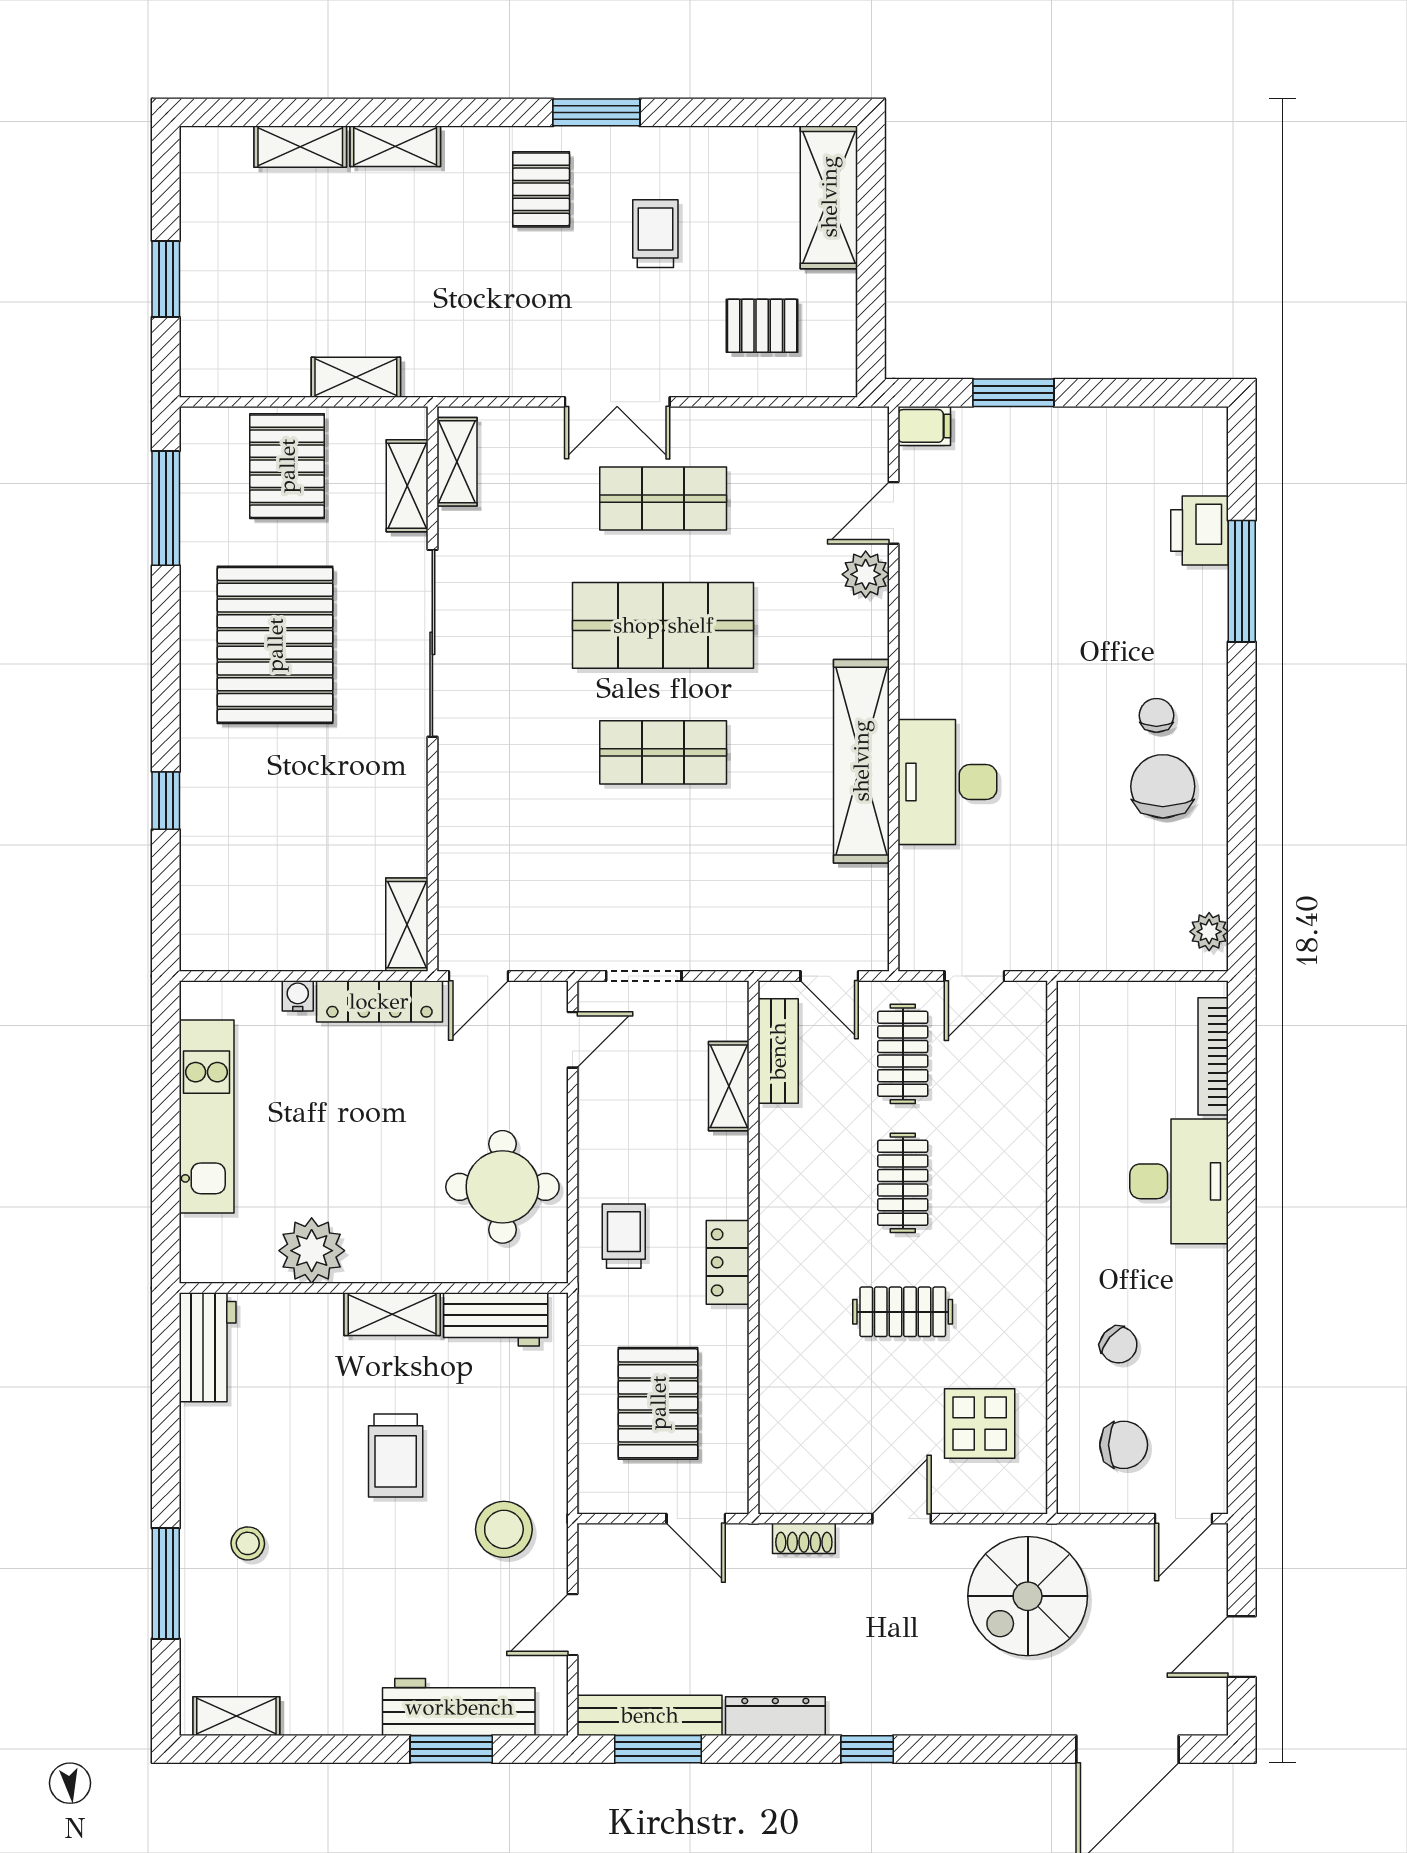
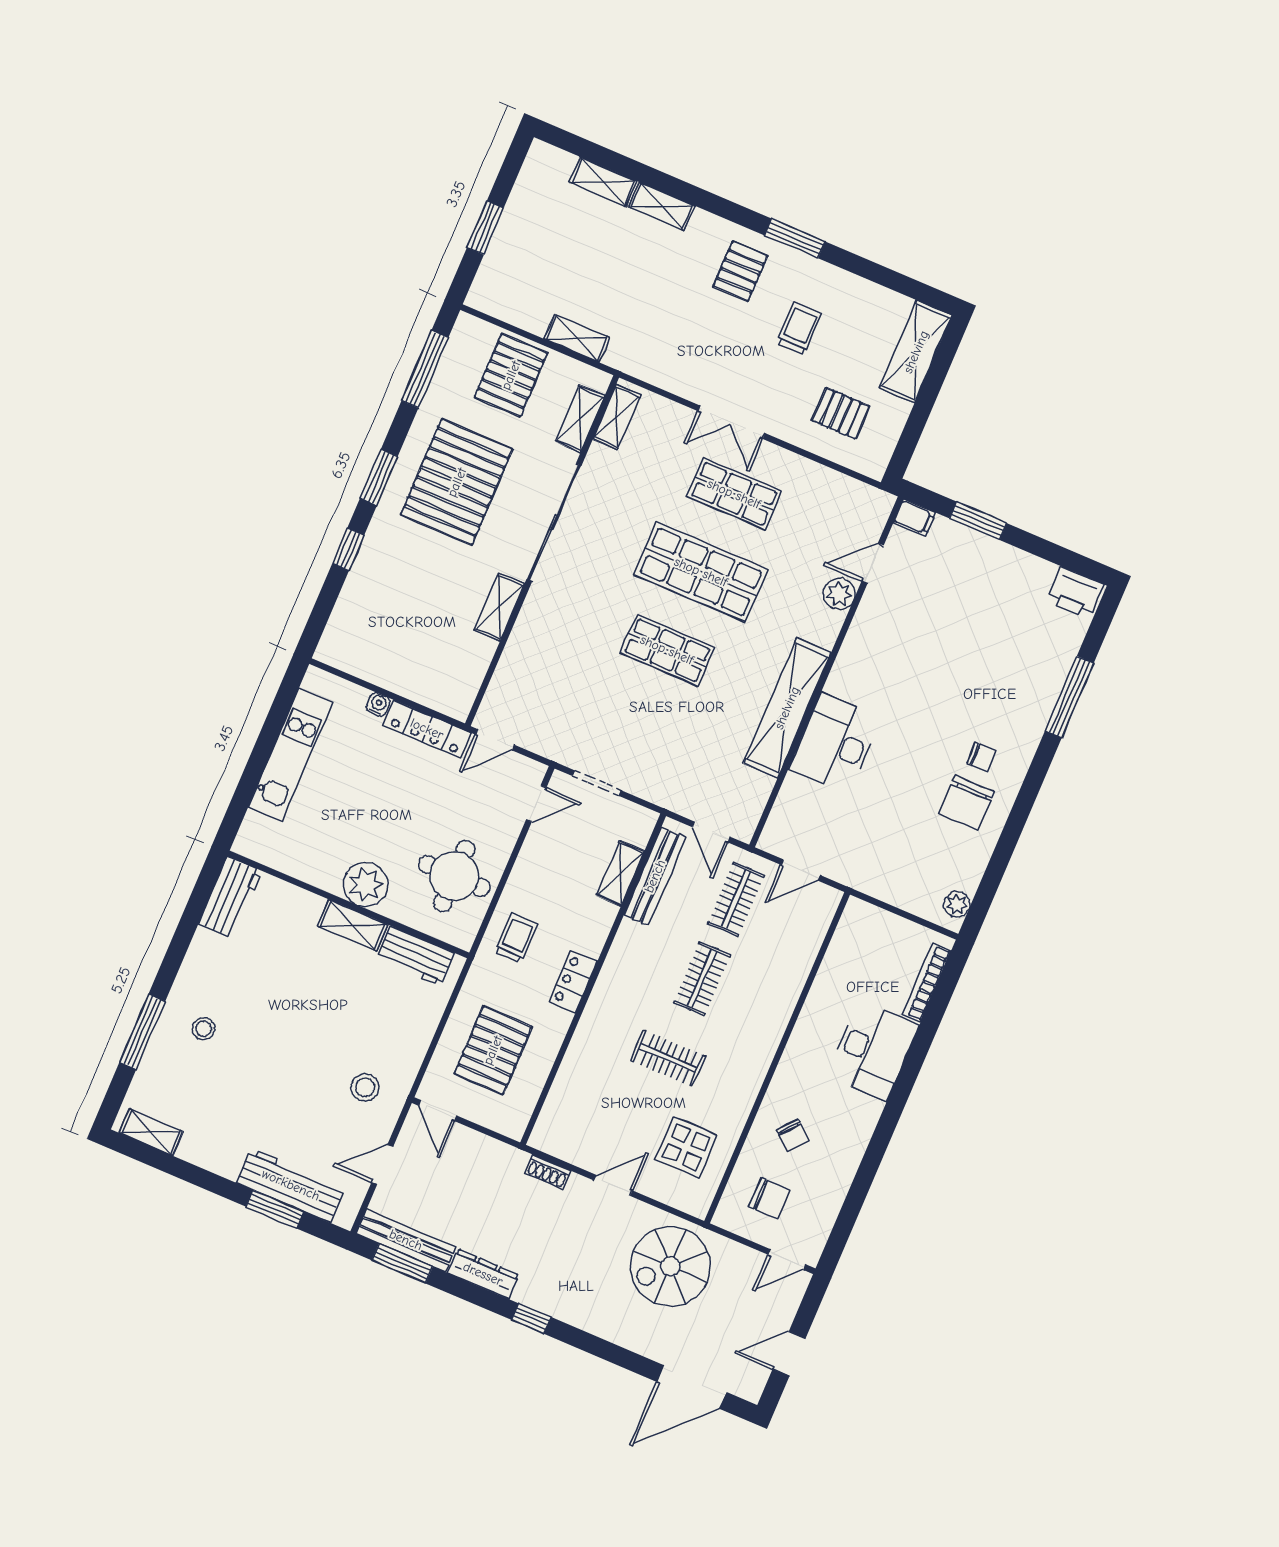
printer: (1200, 530) -> (1075, 593), moved, turned -90
window: (166, 684) -> (379, 477), added
chair: (1156, 715) -> (981, 757), turned 89
chair: (1163, 786) -> (967, 803), turned 180
shelving: (407, 925) -> (499, 607), moved
bench: (778, 1051) -> (655, 876), width x1.36
plant: (312, 1251) -> (366, 885), moved
trolley: (396, 1455) -> (318, 1013), removed
door: (696, 1519) -> (438, 1111), moved
stool: (504, 1529) -> (365, 1087), width x0.73, depth x0.73

